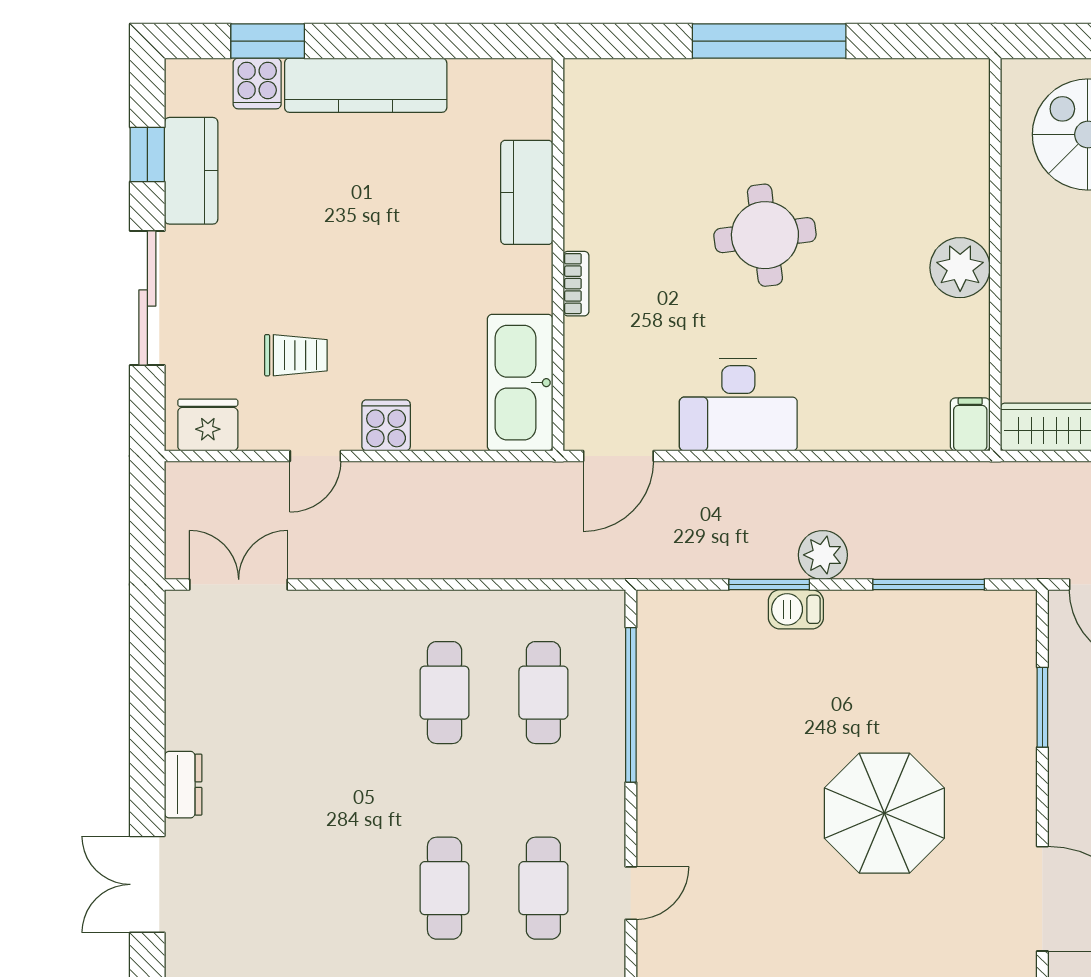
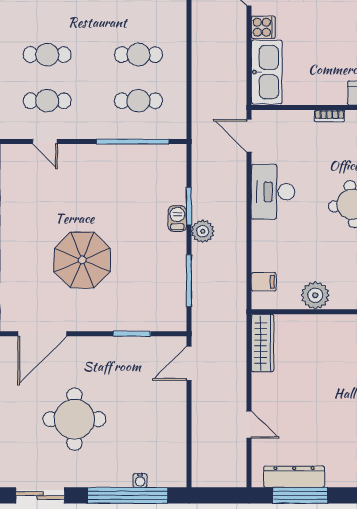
plant: (960, 268) -> (315, 295), moved
kitchen sink: (520, 383) -> (267, 72), moved, turned 90
filing cabinet: (970, 424) -> (264, 282), moved

